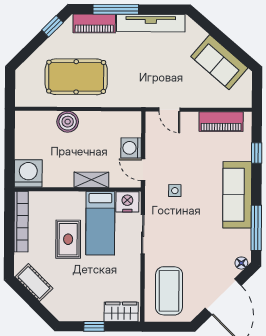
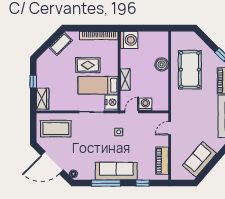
window: (256, 228) -> (106, 183), moved

